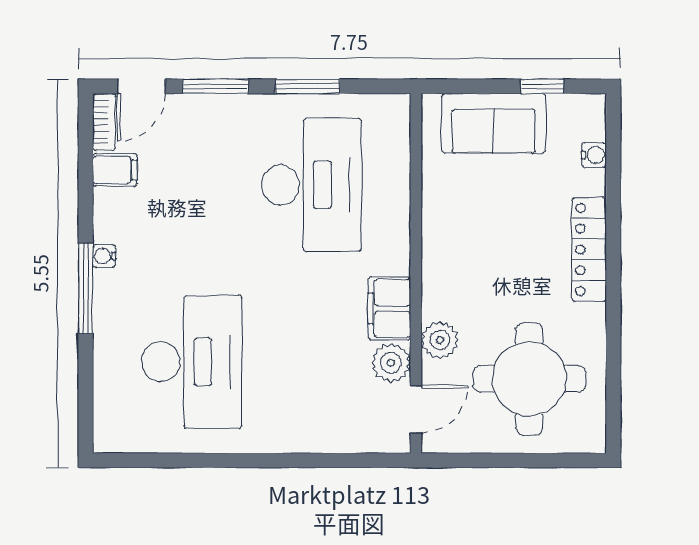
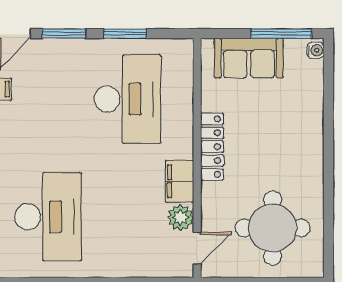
window: (542, 86) -> (281, 34), width x2.17
water cooler: (594, 155) -> (315, 50), moved
locker: (589, 249) -> (212, 147), moved, turned 180
plant: (440, 340) -> (213, 202), removed

